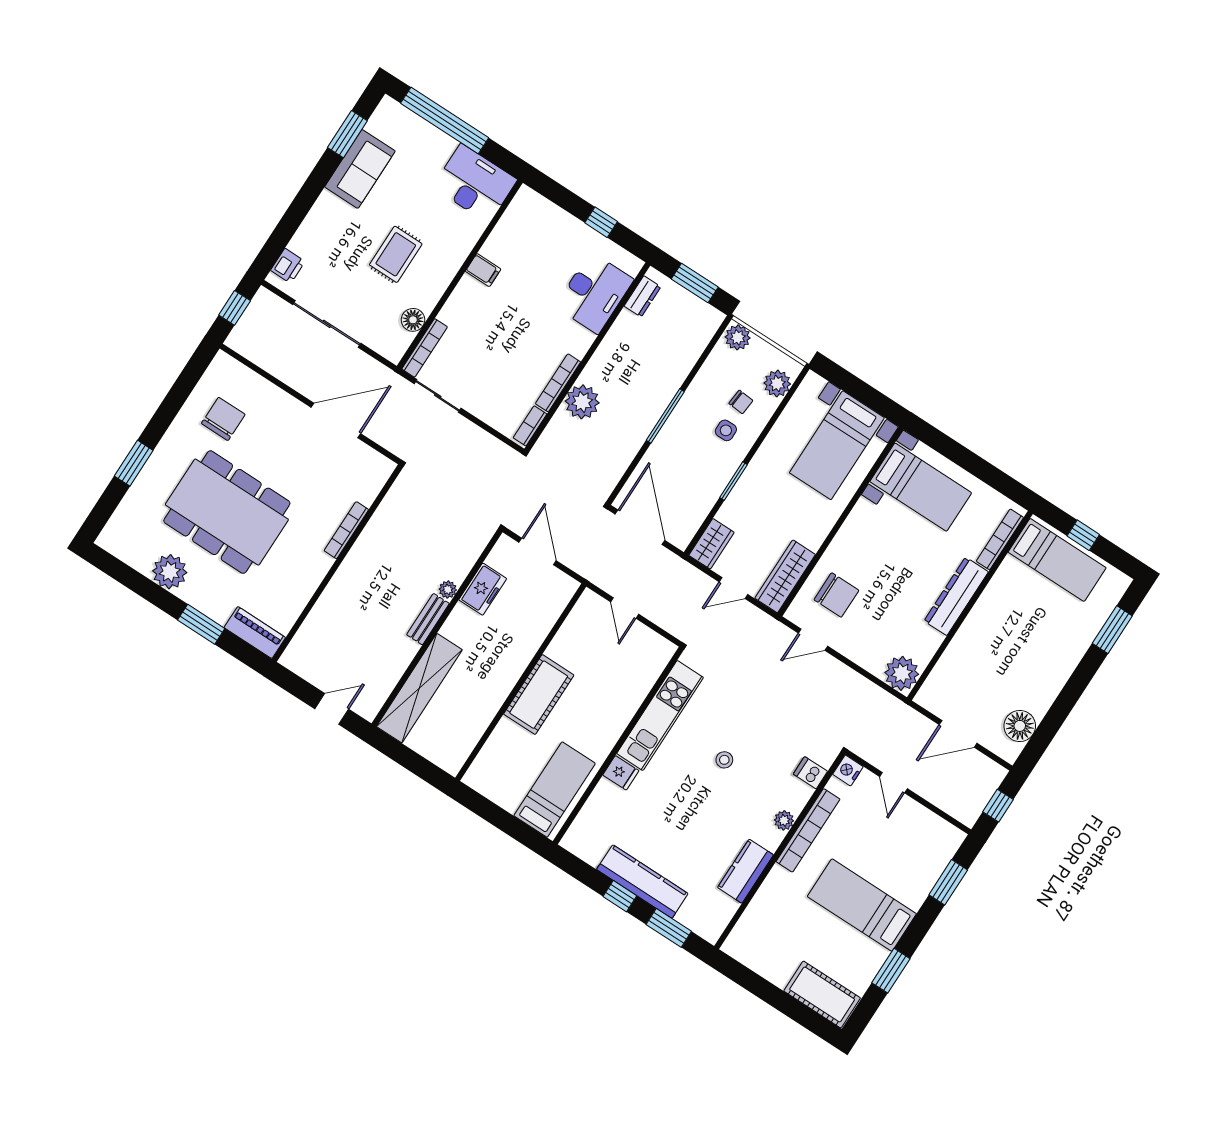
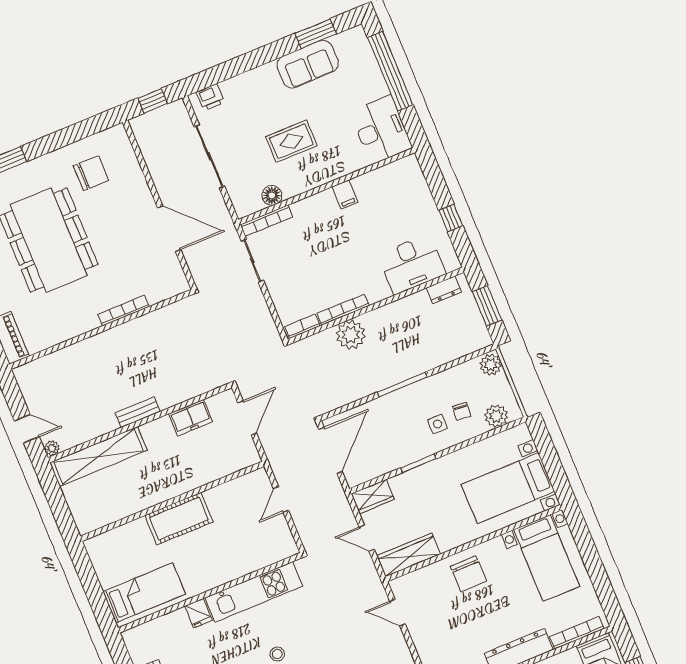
plant: (448, 590) -> (52, 448), moved
chair: (836, 595) -> (468, 574), moved

